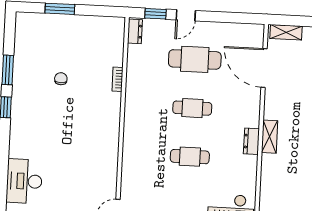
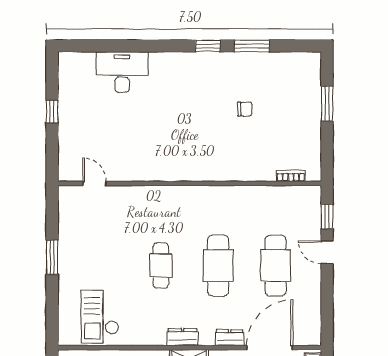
dresser: (135, 31) -> (230, 338), moved, turned 180
bookcase: (117, 79) -> (291, 176), moved
cafe table: (192, 108) -> (218, 266), width x1.37, depth x1.35

